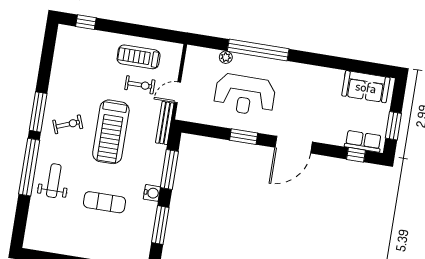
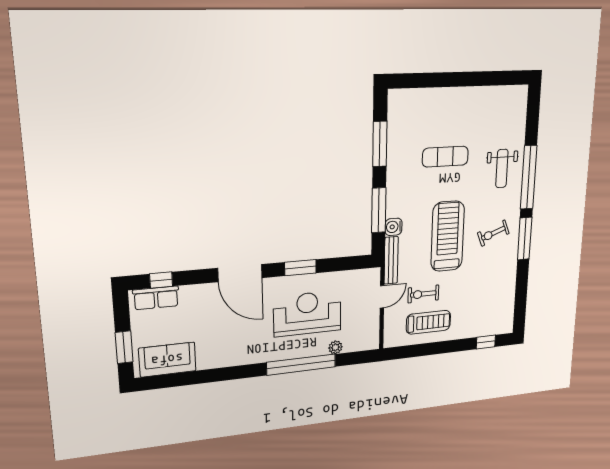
window: (393, 126) -> (124, 347), moved
door: (294, 145) -> (240, 273), swing flipped
water cooler: (152, 193) -> (393, 227), moved

